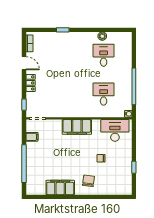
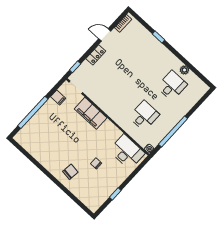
door: (24, 63) -> (105, 35), swing flipped
filing cabinet: (77, 127) -> (91, 113), moved
filing cabinet: (60, 187) -> (44, 157), removed

